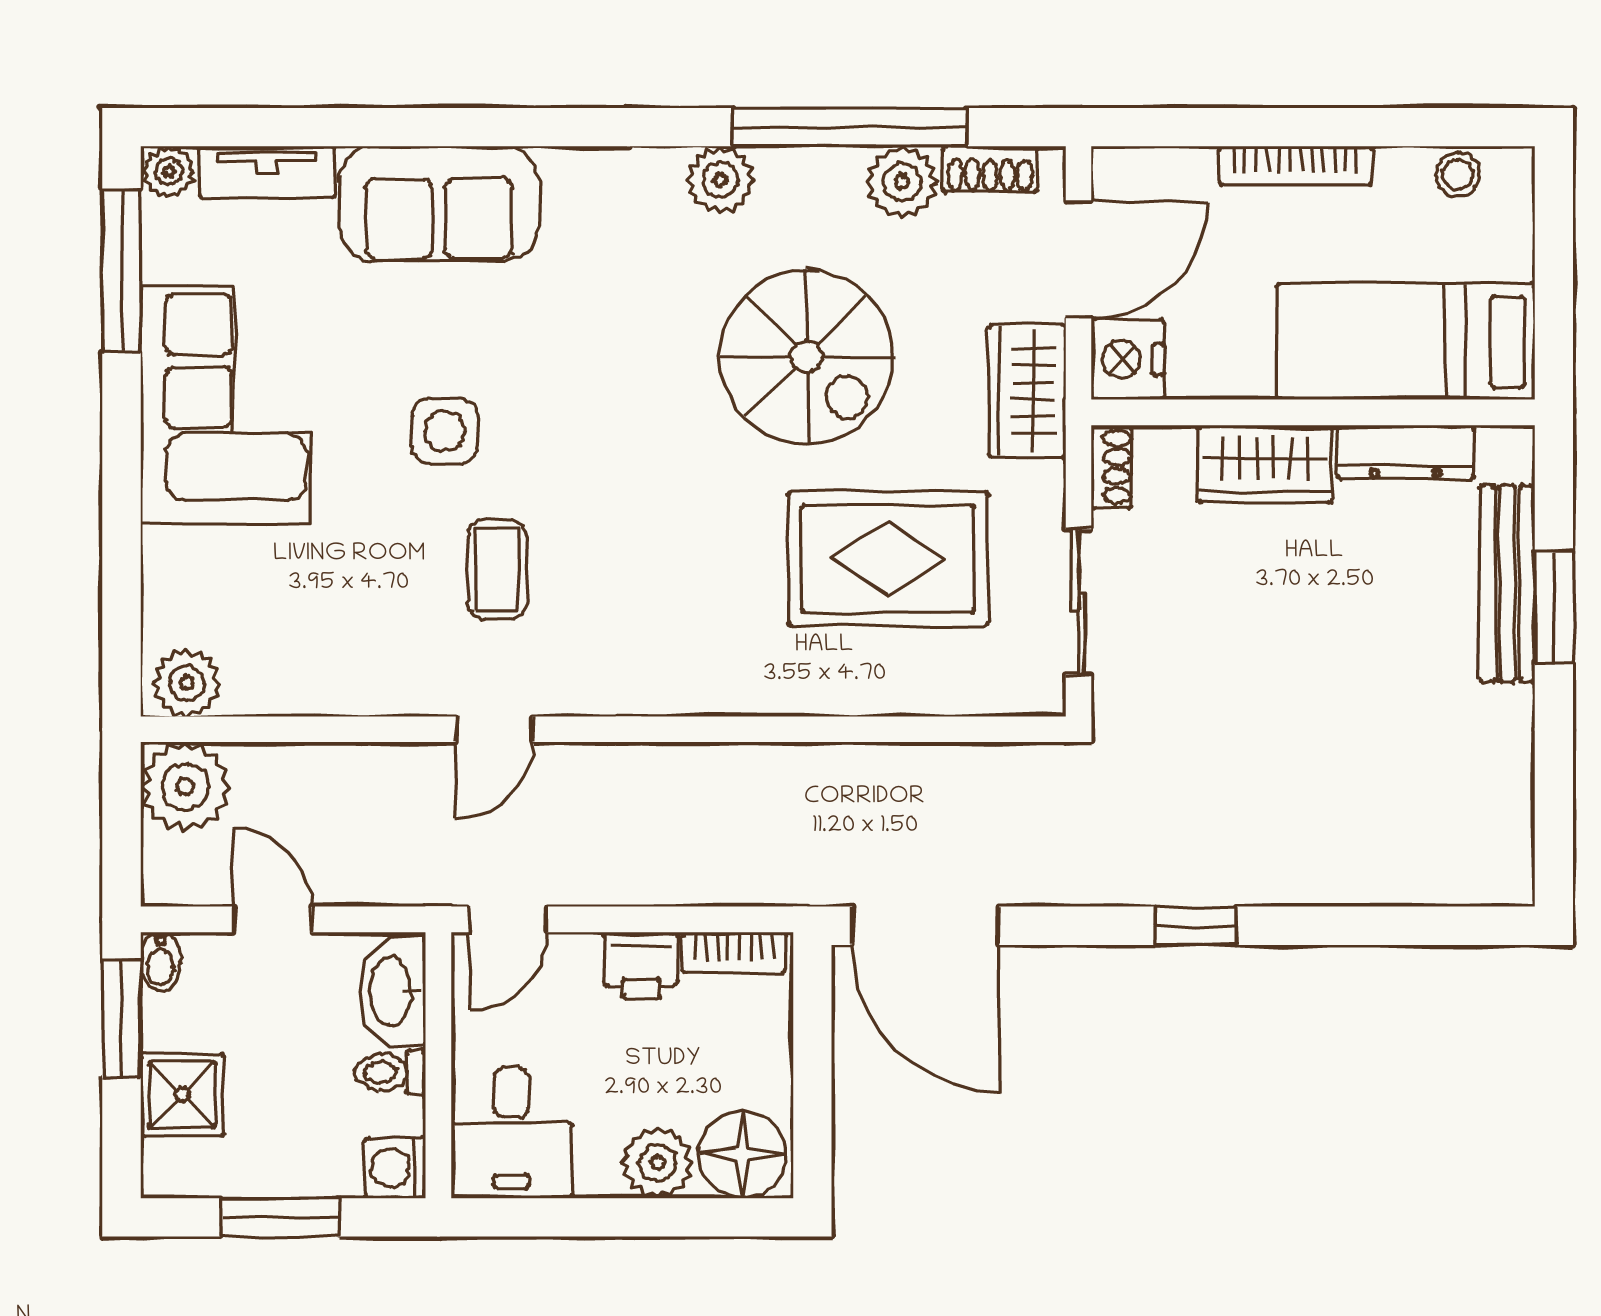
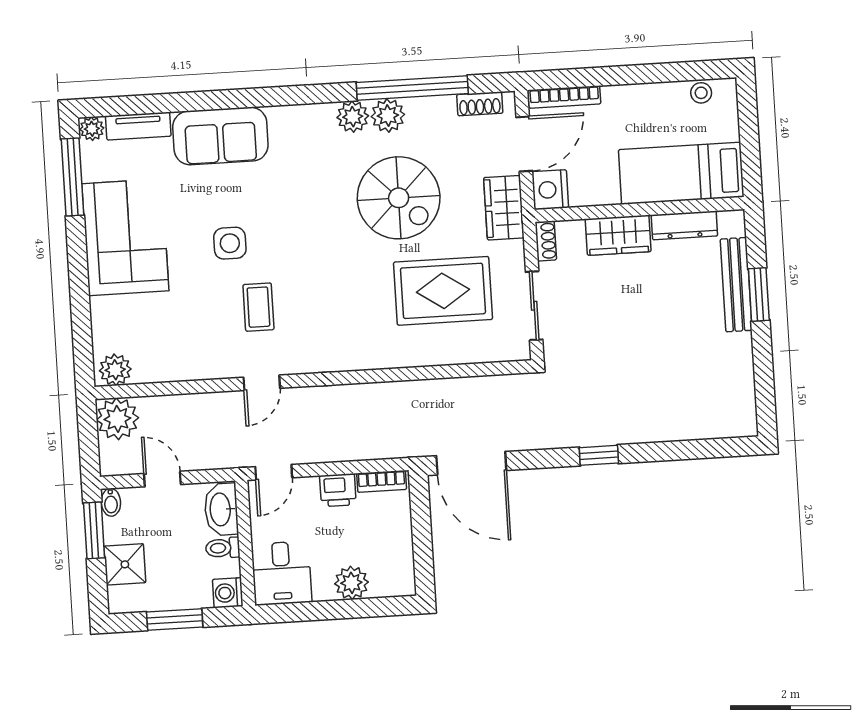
bookcase: (1296, 166) -> (564, 97), moved
plant: (902, 182) -> (388, 115), moved
floor lamp: (742, 1154) -> (391, 576), removed

